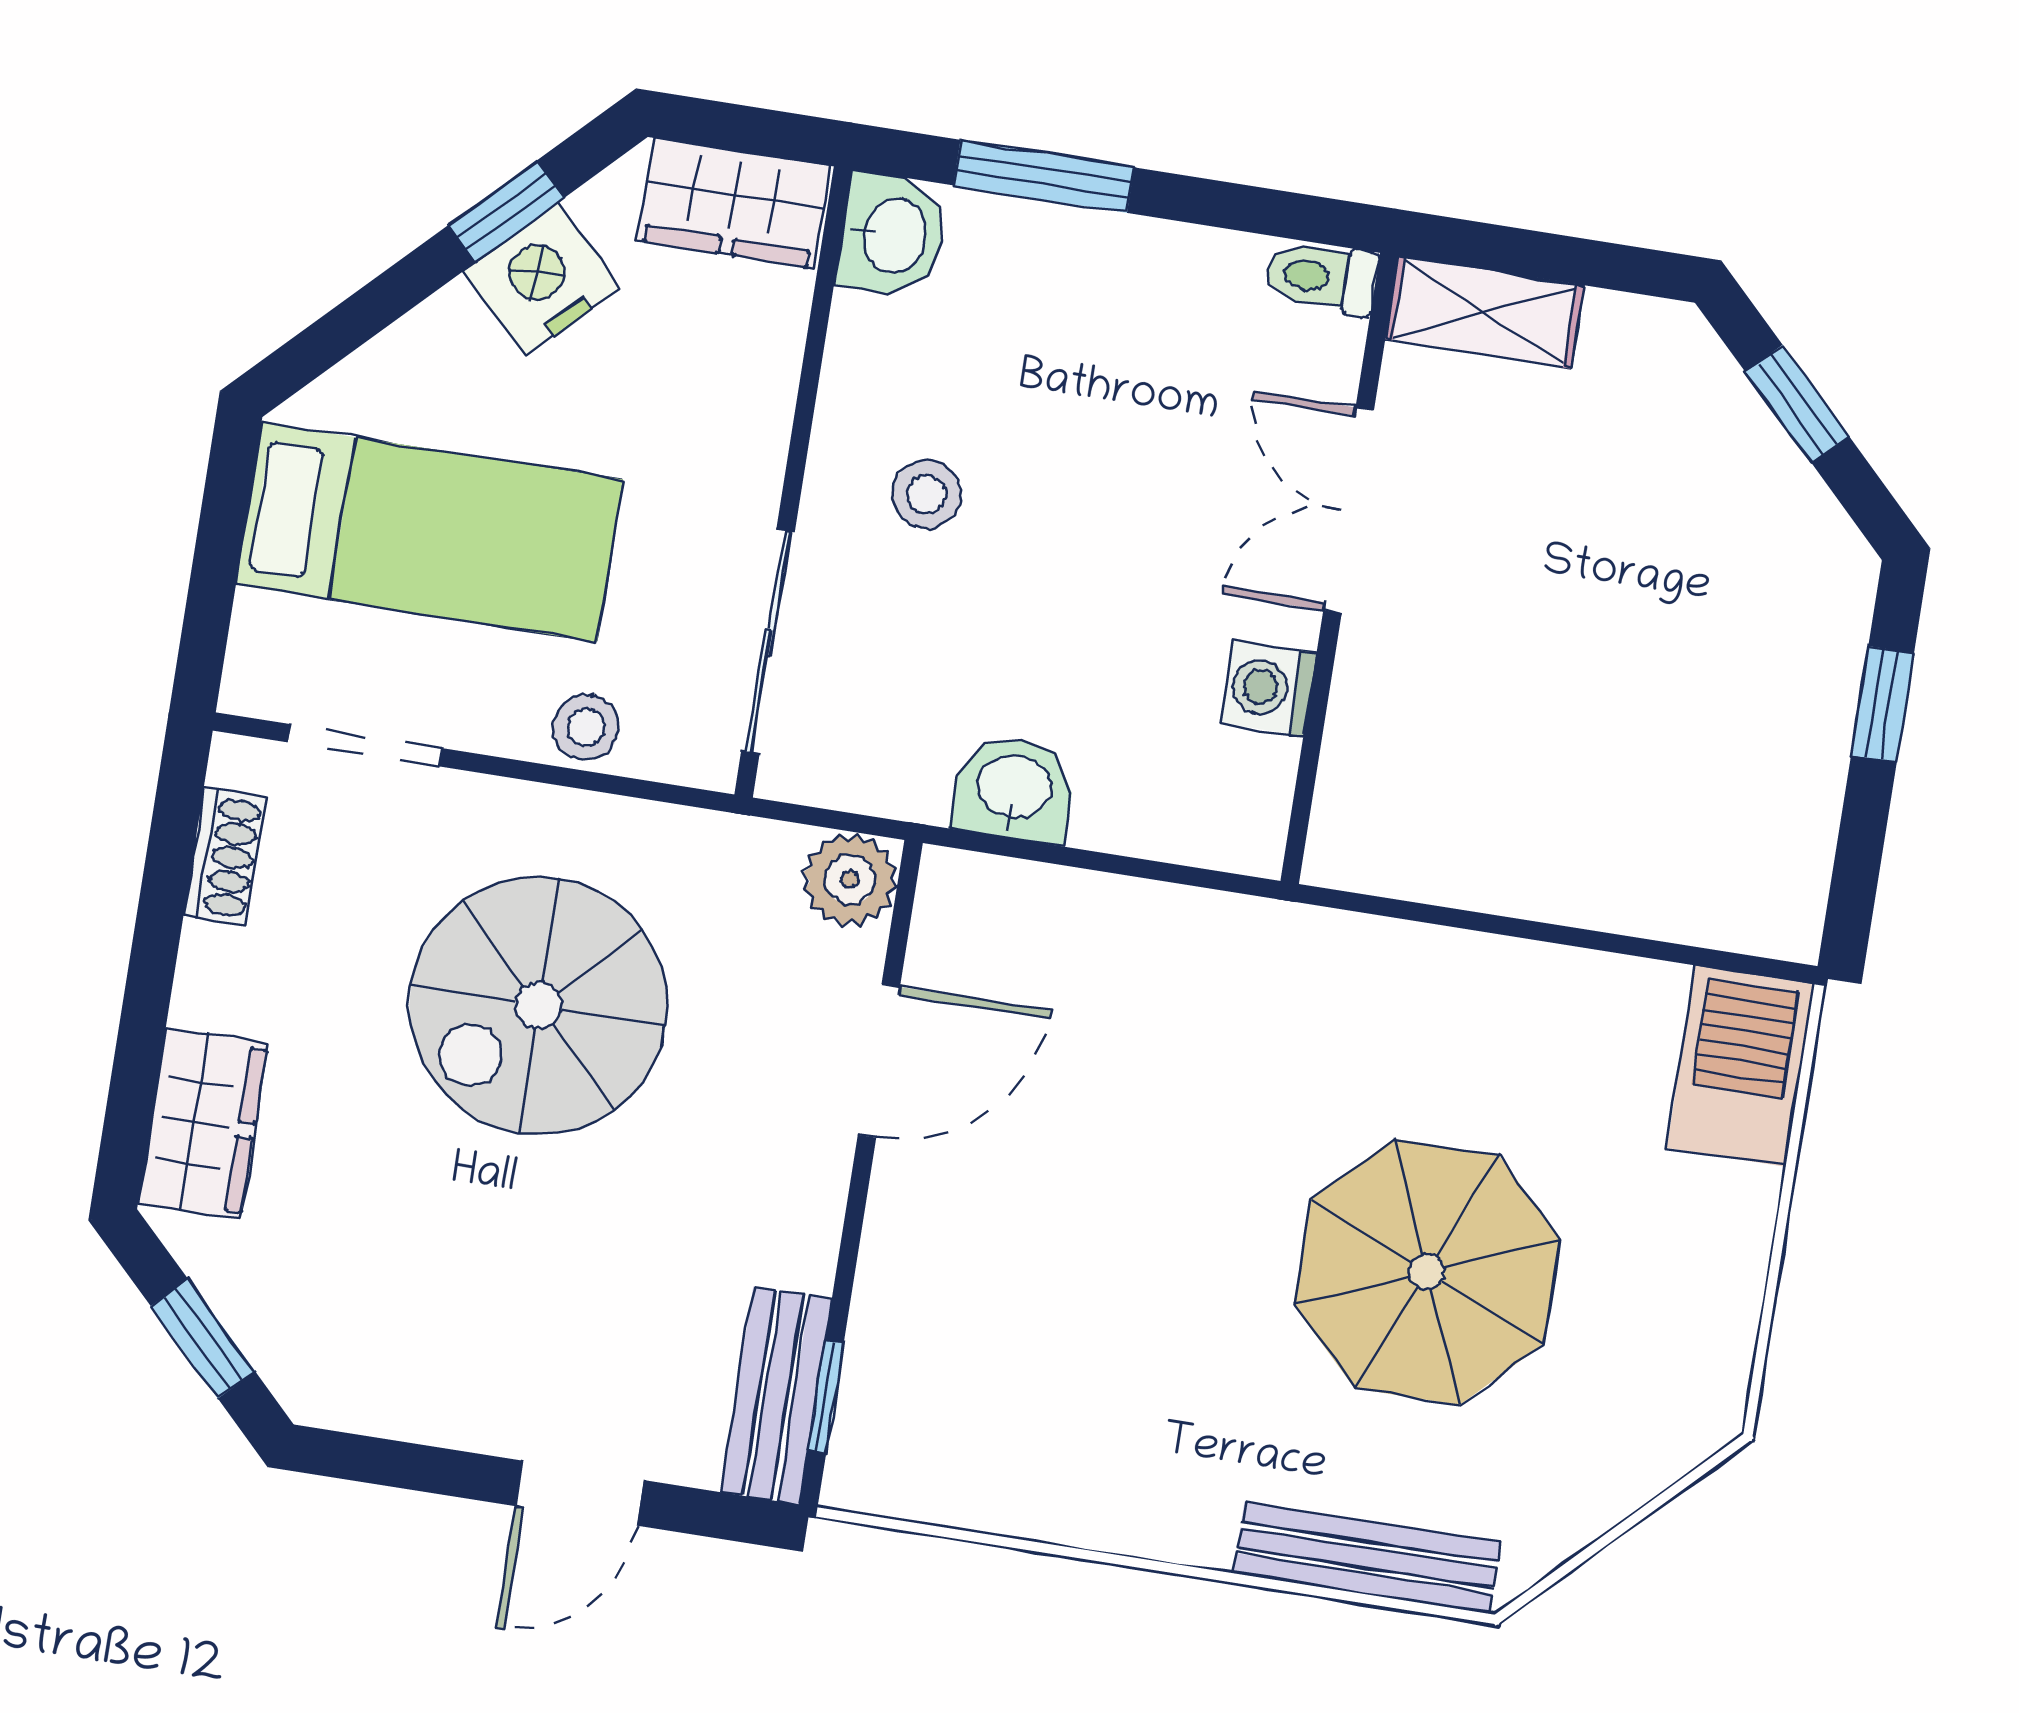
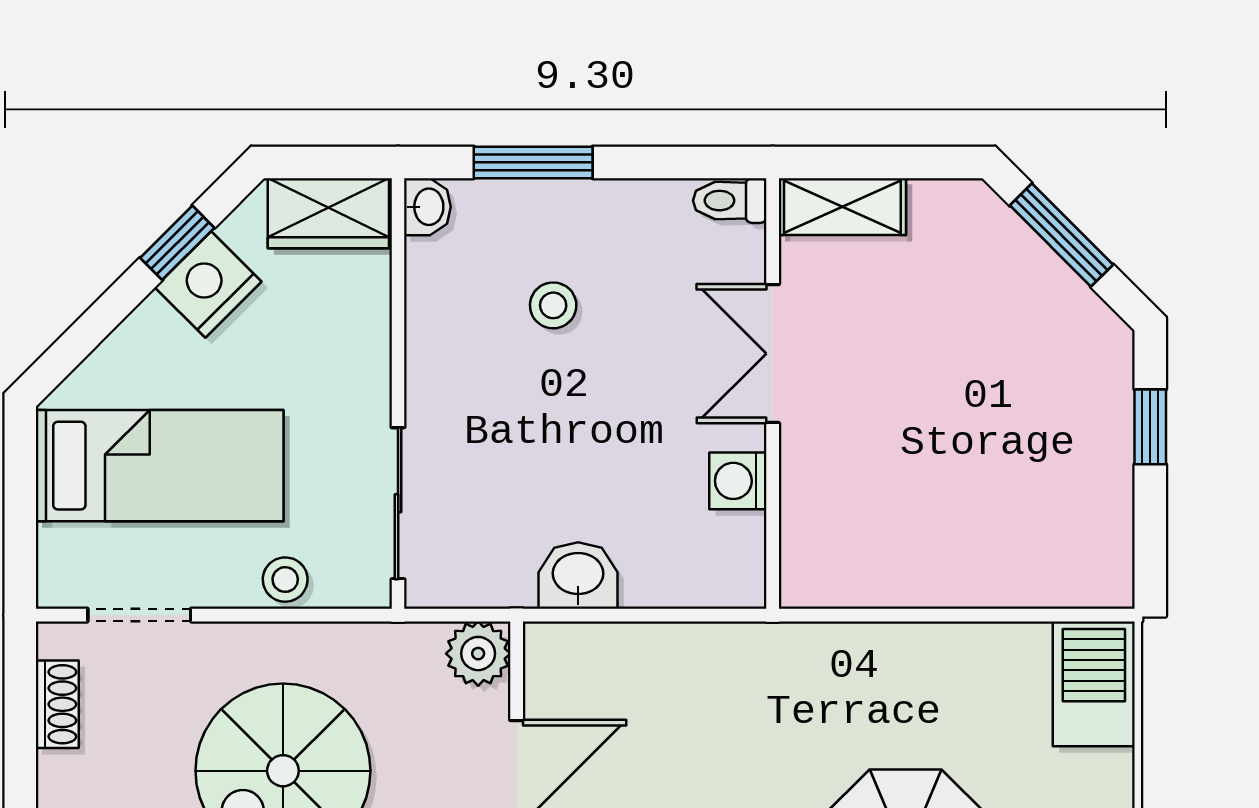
washbasin: (892, 235) -> (427, 207), width x0.72, depth x0.69
window: (1797, 404) -> (1061, 235), width x1.50
stool: (926, 494) -> (553, 305), moved

